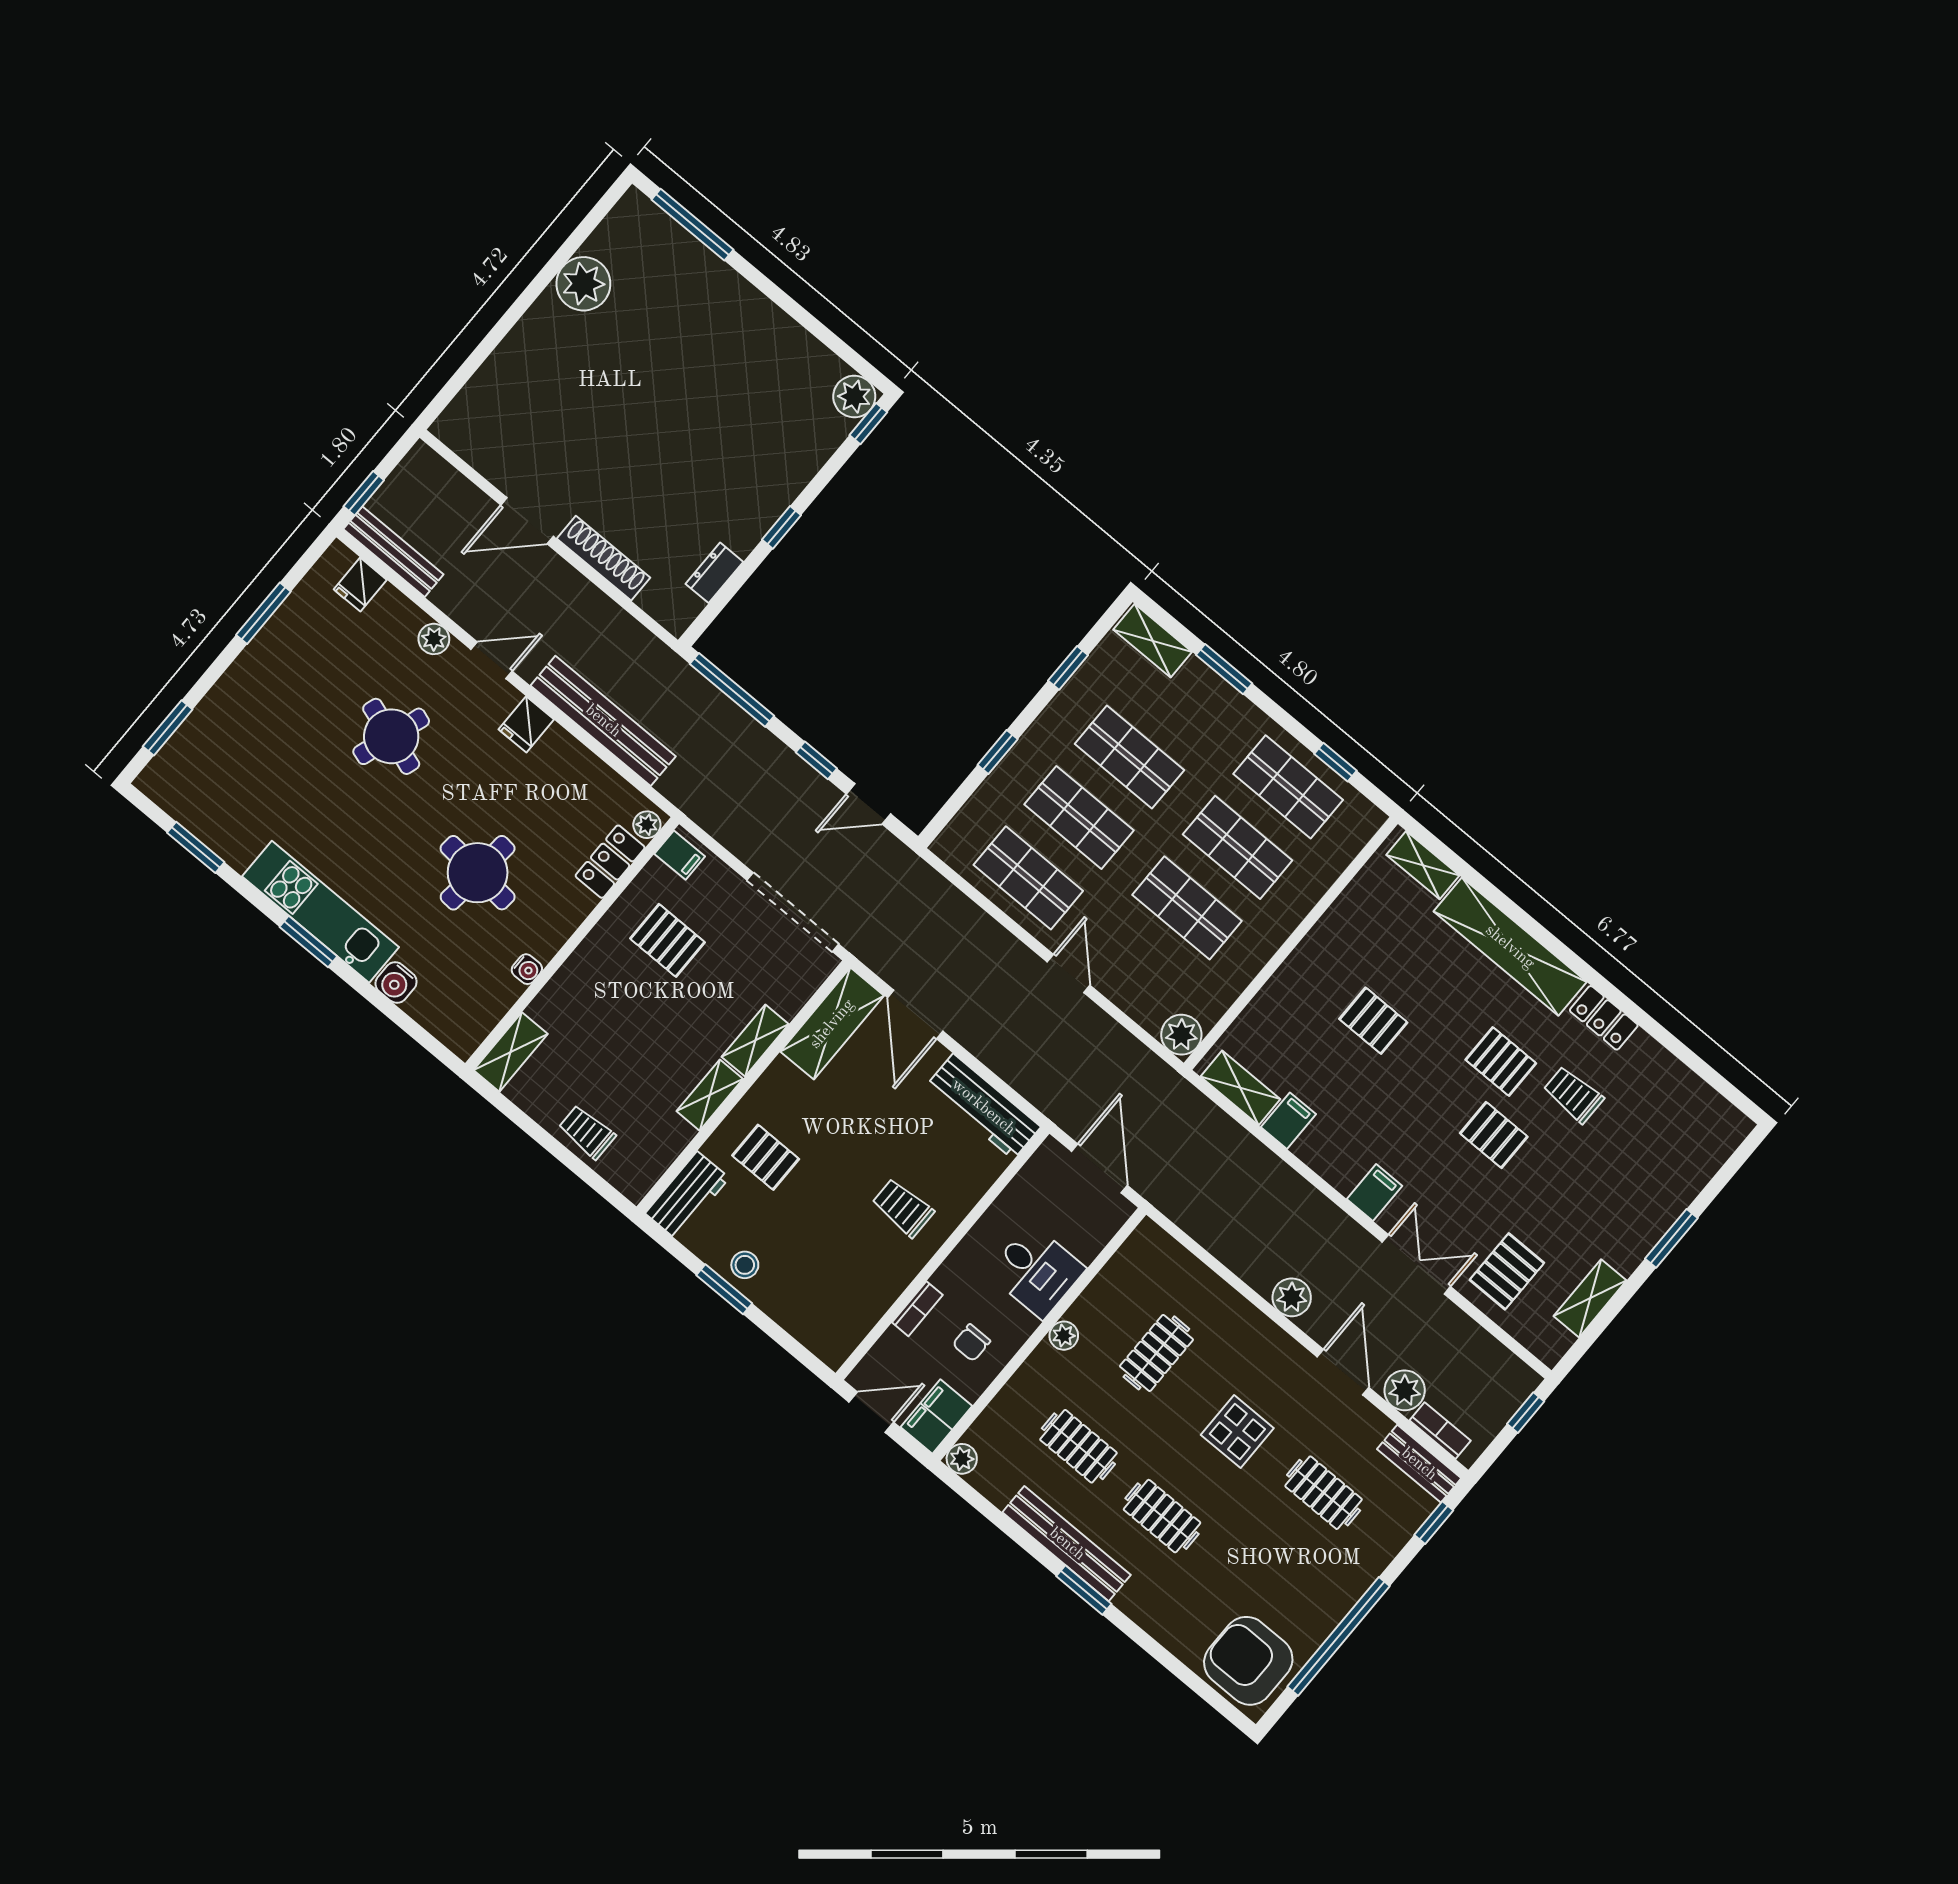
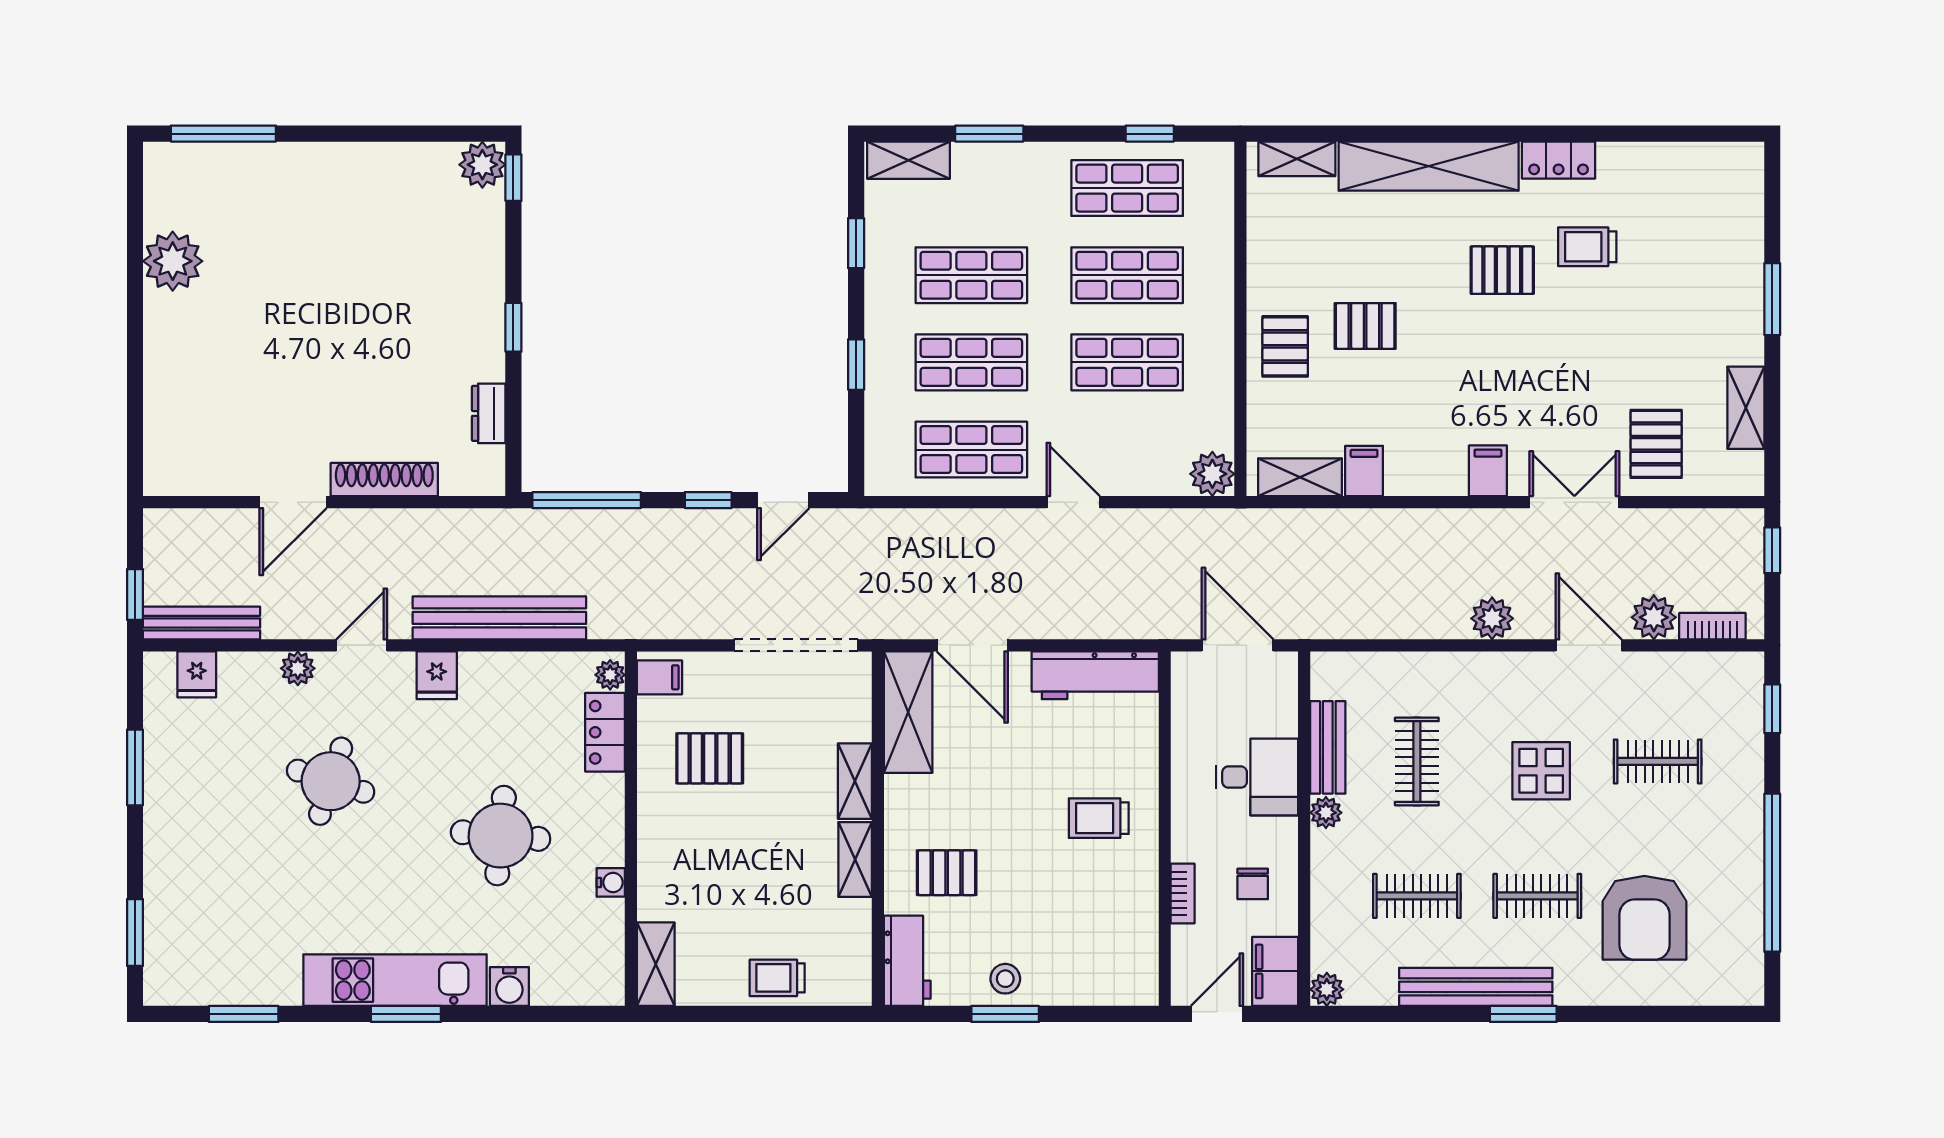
pallet: (1494, 1135) -> (1285, 346), moved, turned 90
bench: (1419, 1464) -> (1328, 747), moved, turned 90
armchair: (1248, 1661) -> (1644, 918), moved, turned -90

